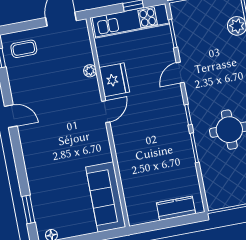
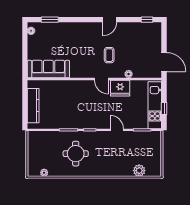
coffee table: (24, 49) -> (109, 55), moved
kitchen counter: (176, 208) -> (33, 106), width x1.50

